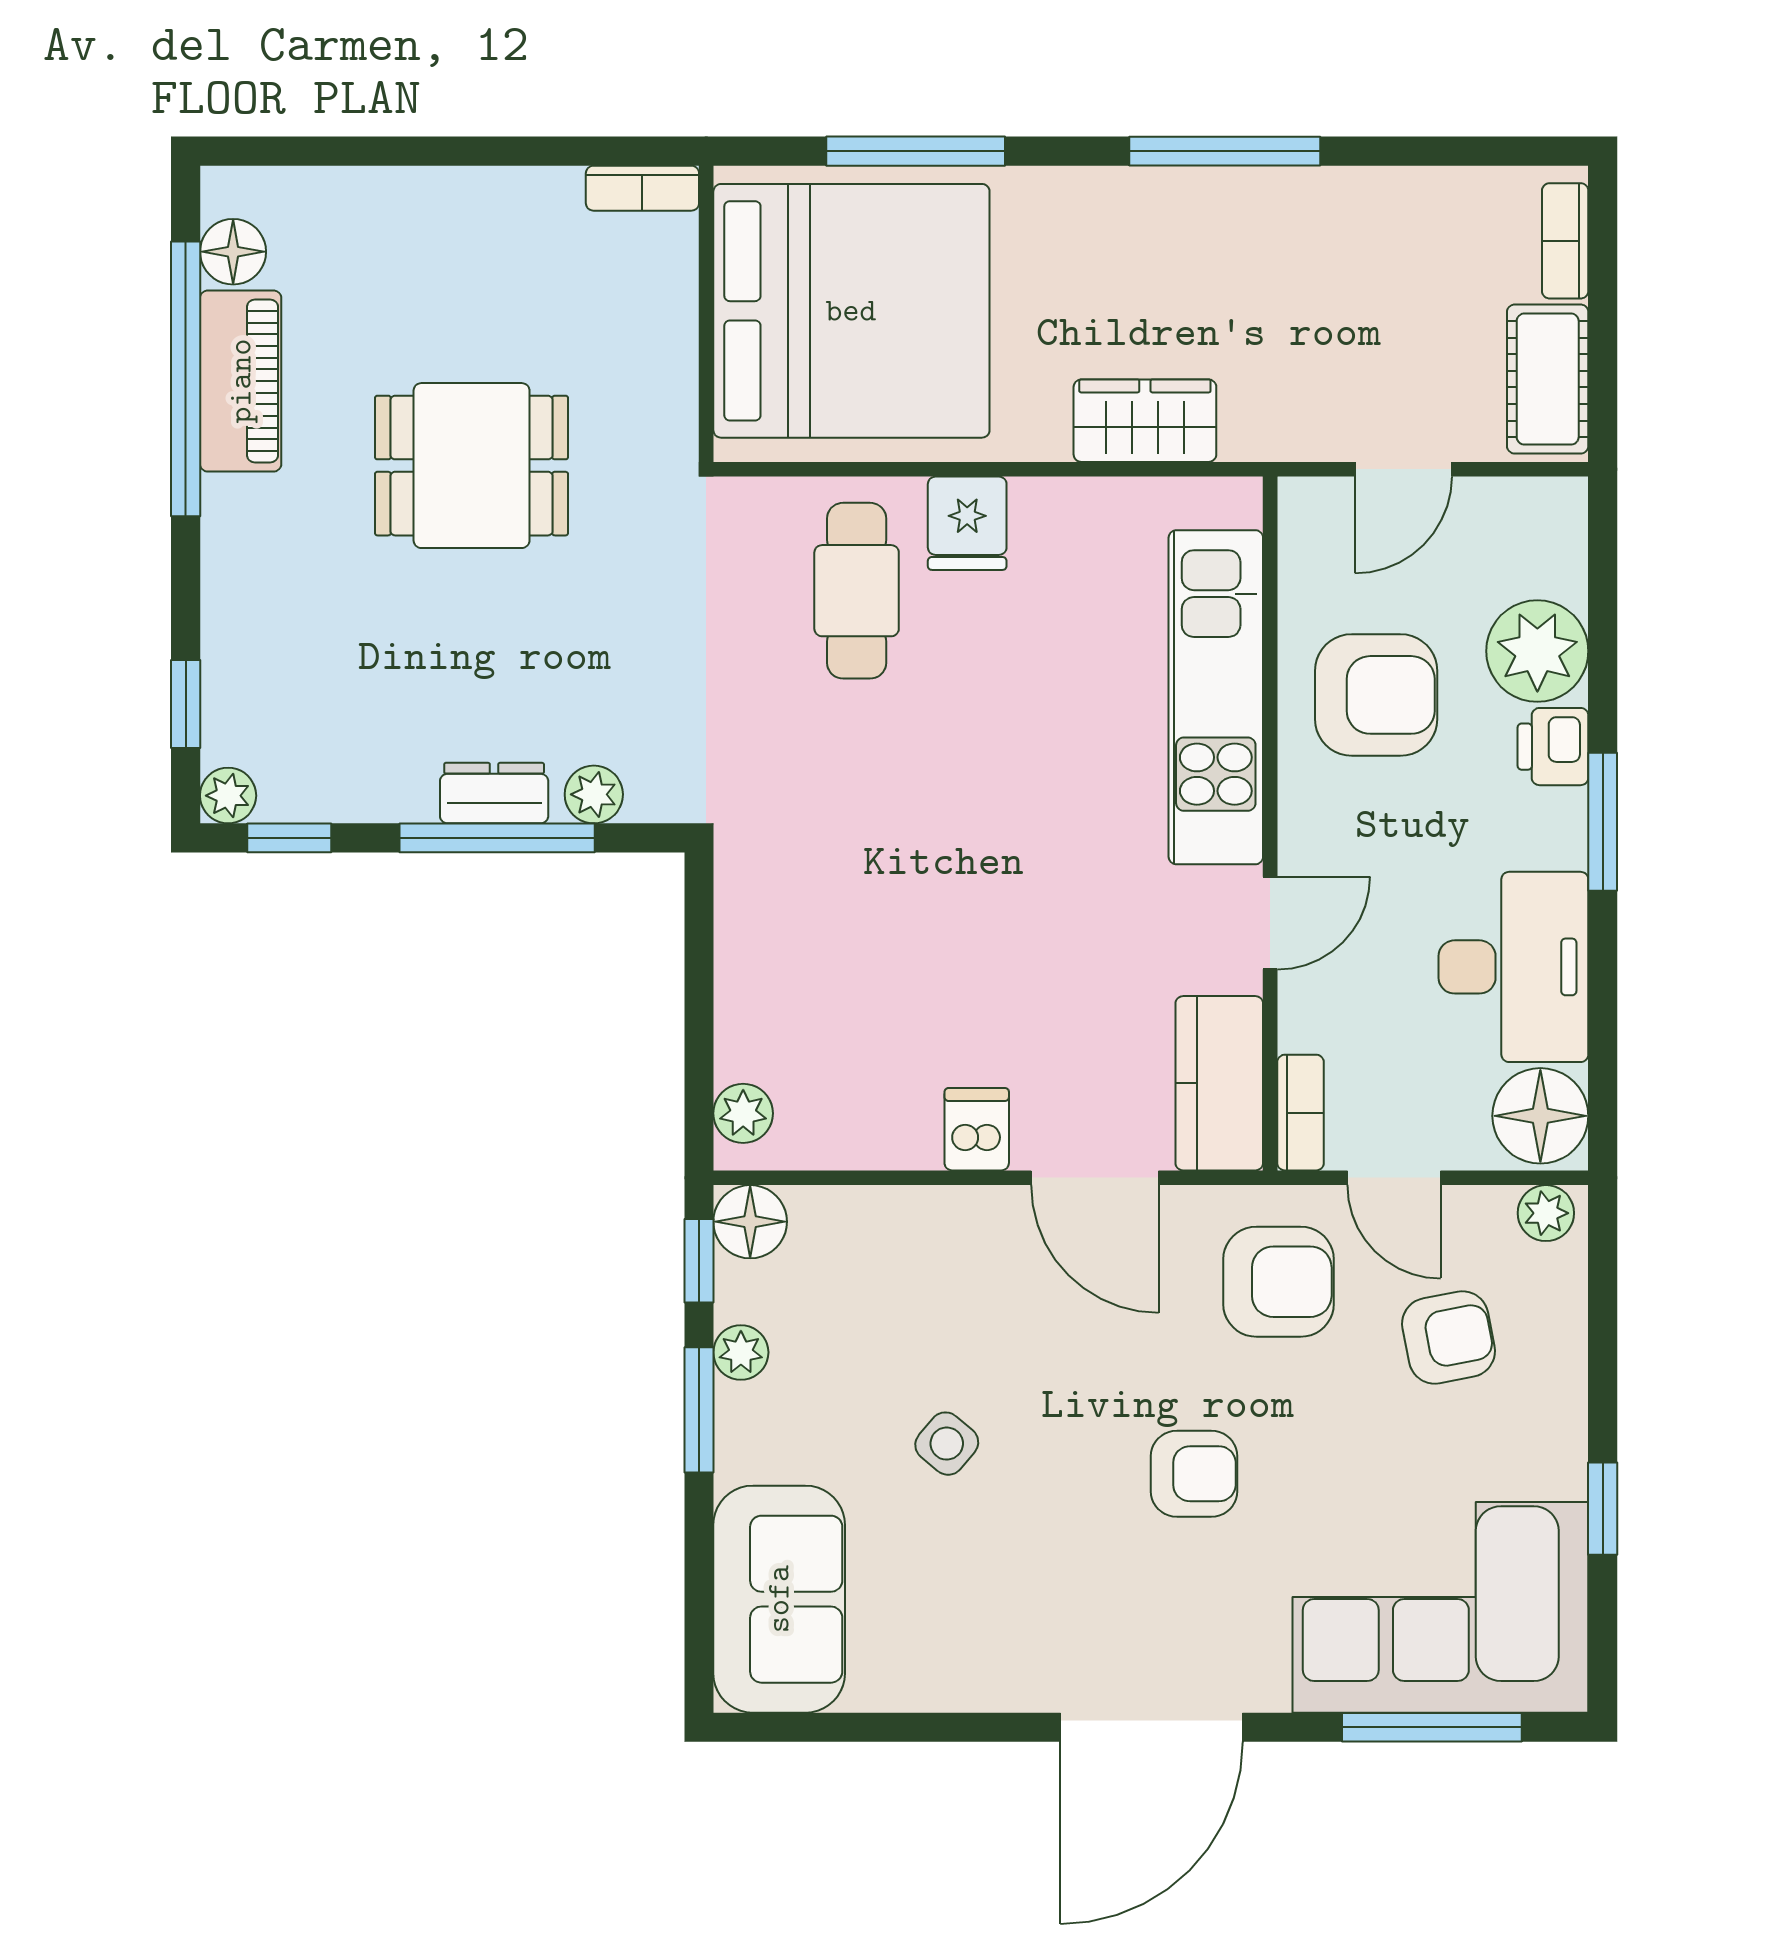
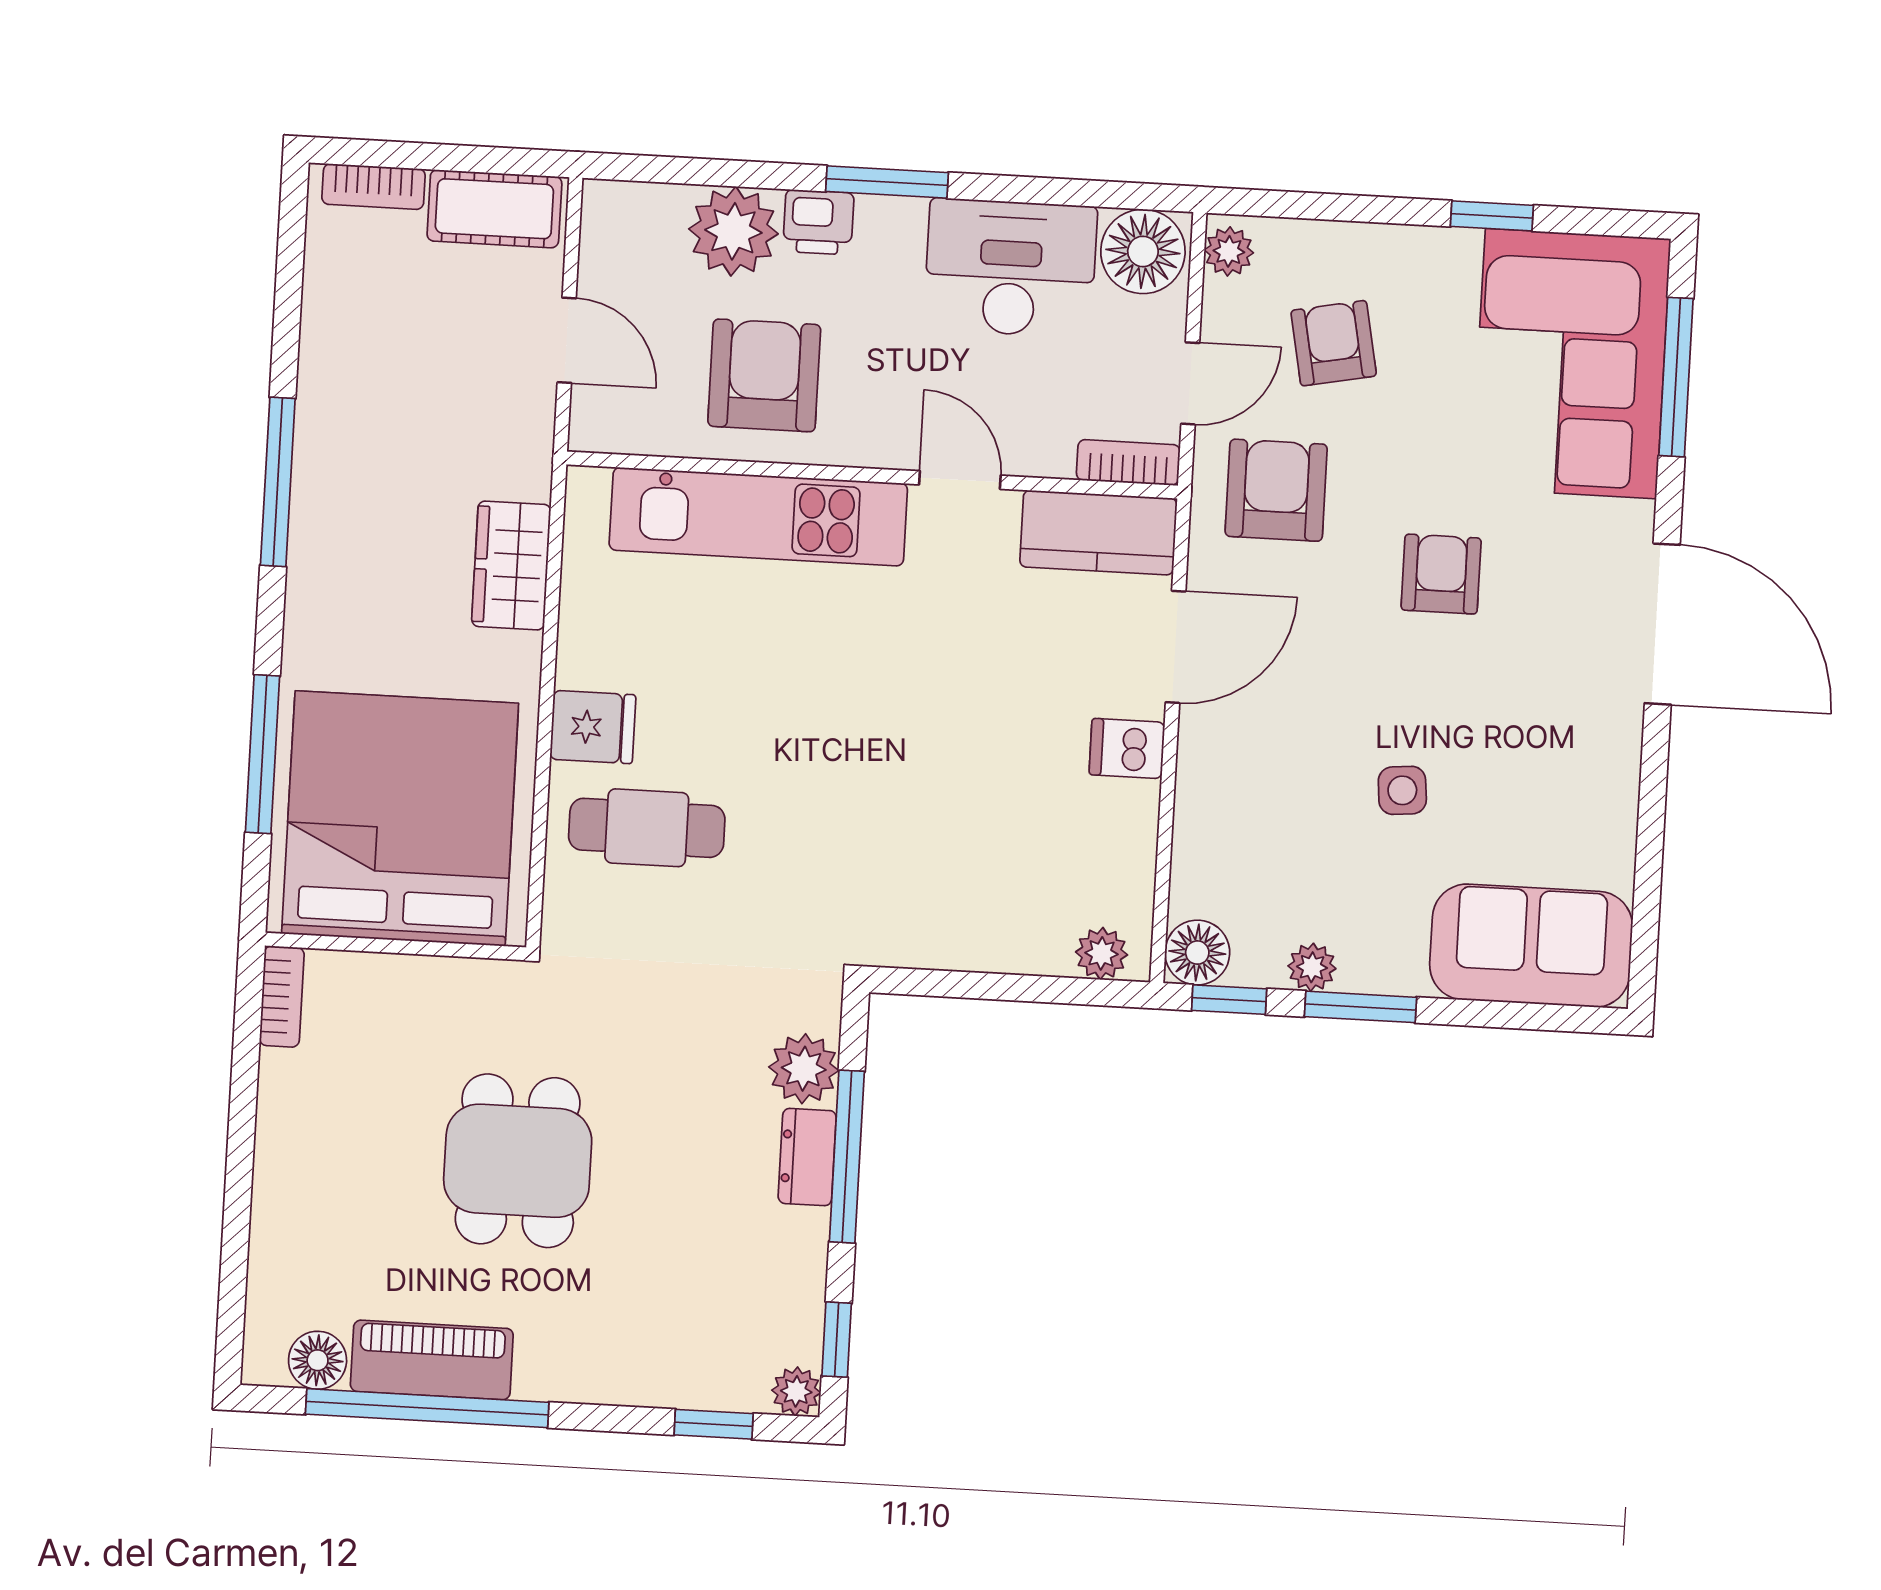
plant: (594, 794) -> (804, 1069), width x1.38, depth x1.38
side table: (947, 1444) -> (1402, 790), turned 45

